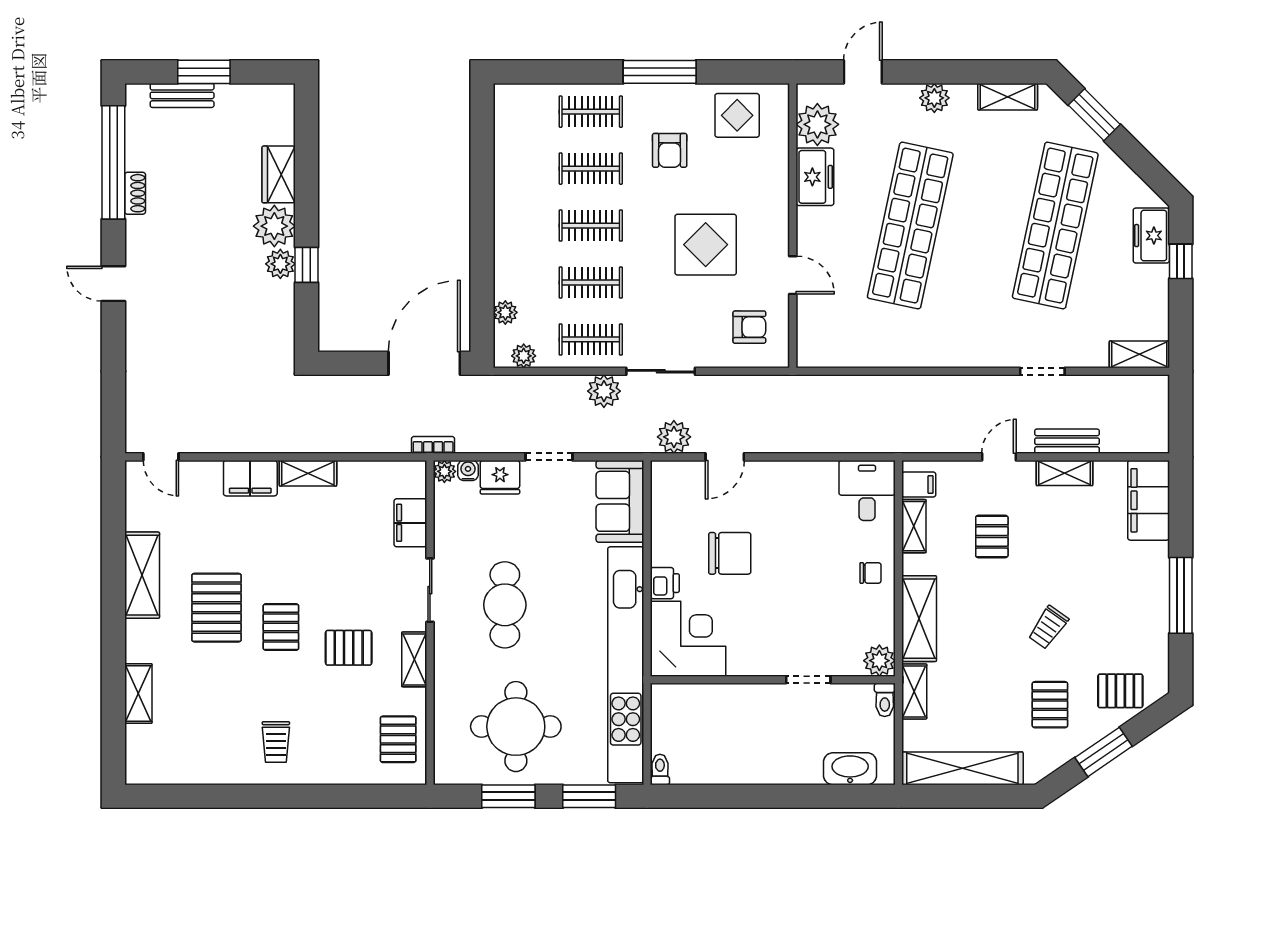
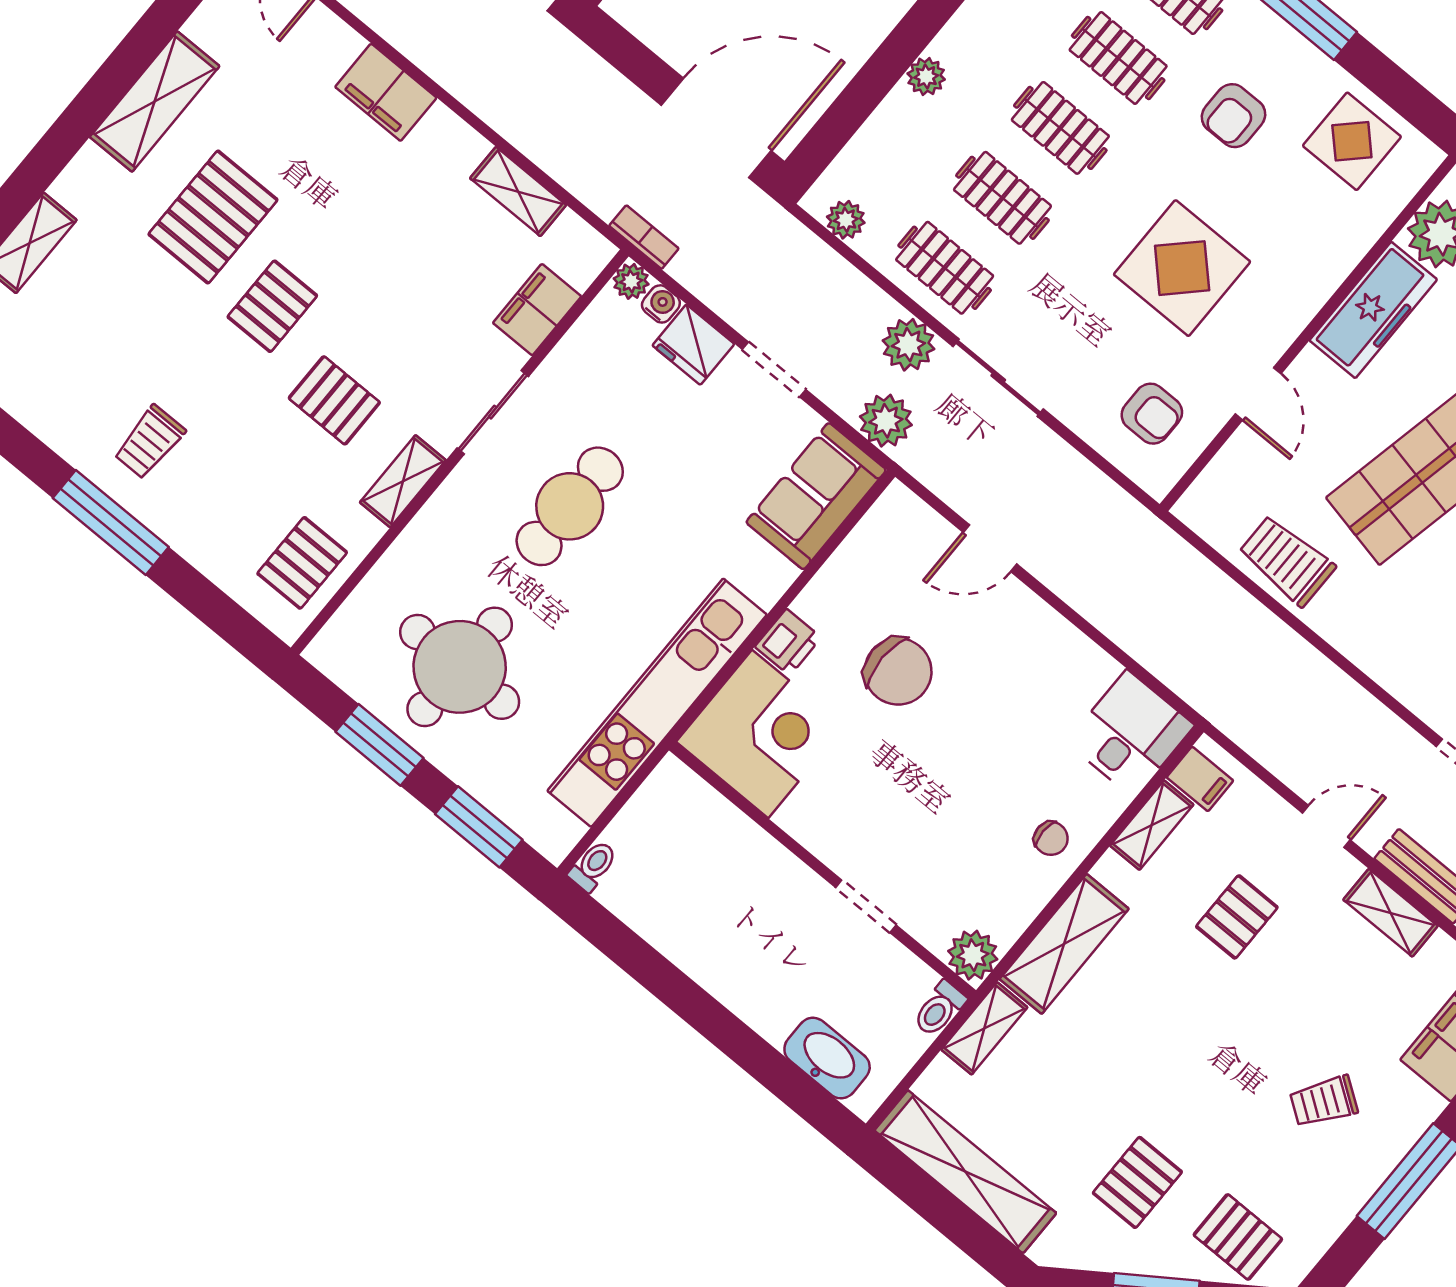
freezer: (815, 177) -> (1373, 310), width x1.40
plant: (505, 312) -> (926, 76), moved
trolley: (873, 344) -> (1287, 560), added
plant: (674, 437) -> (886, 421), moved
shelving: (308, 473) -> (518, 192), moved
trolley: (1048, 627) -> (1324, 1101), moved
kitchen unit: (626, 665) -> (657, 703), width x0.73
window: (289, 796) -> (111, 523), added

